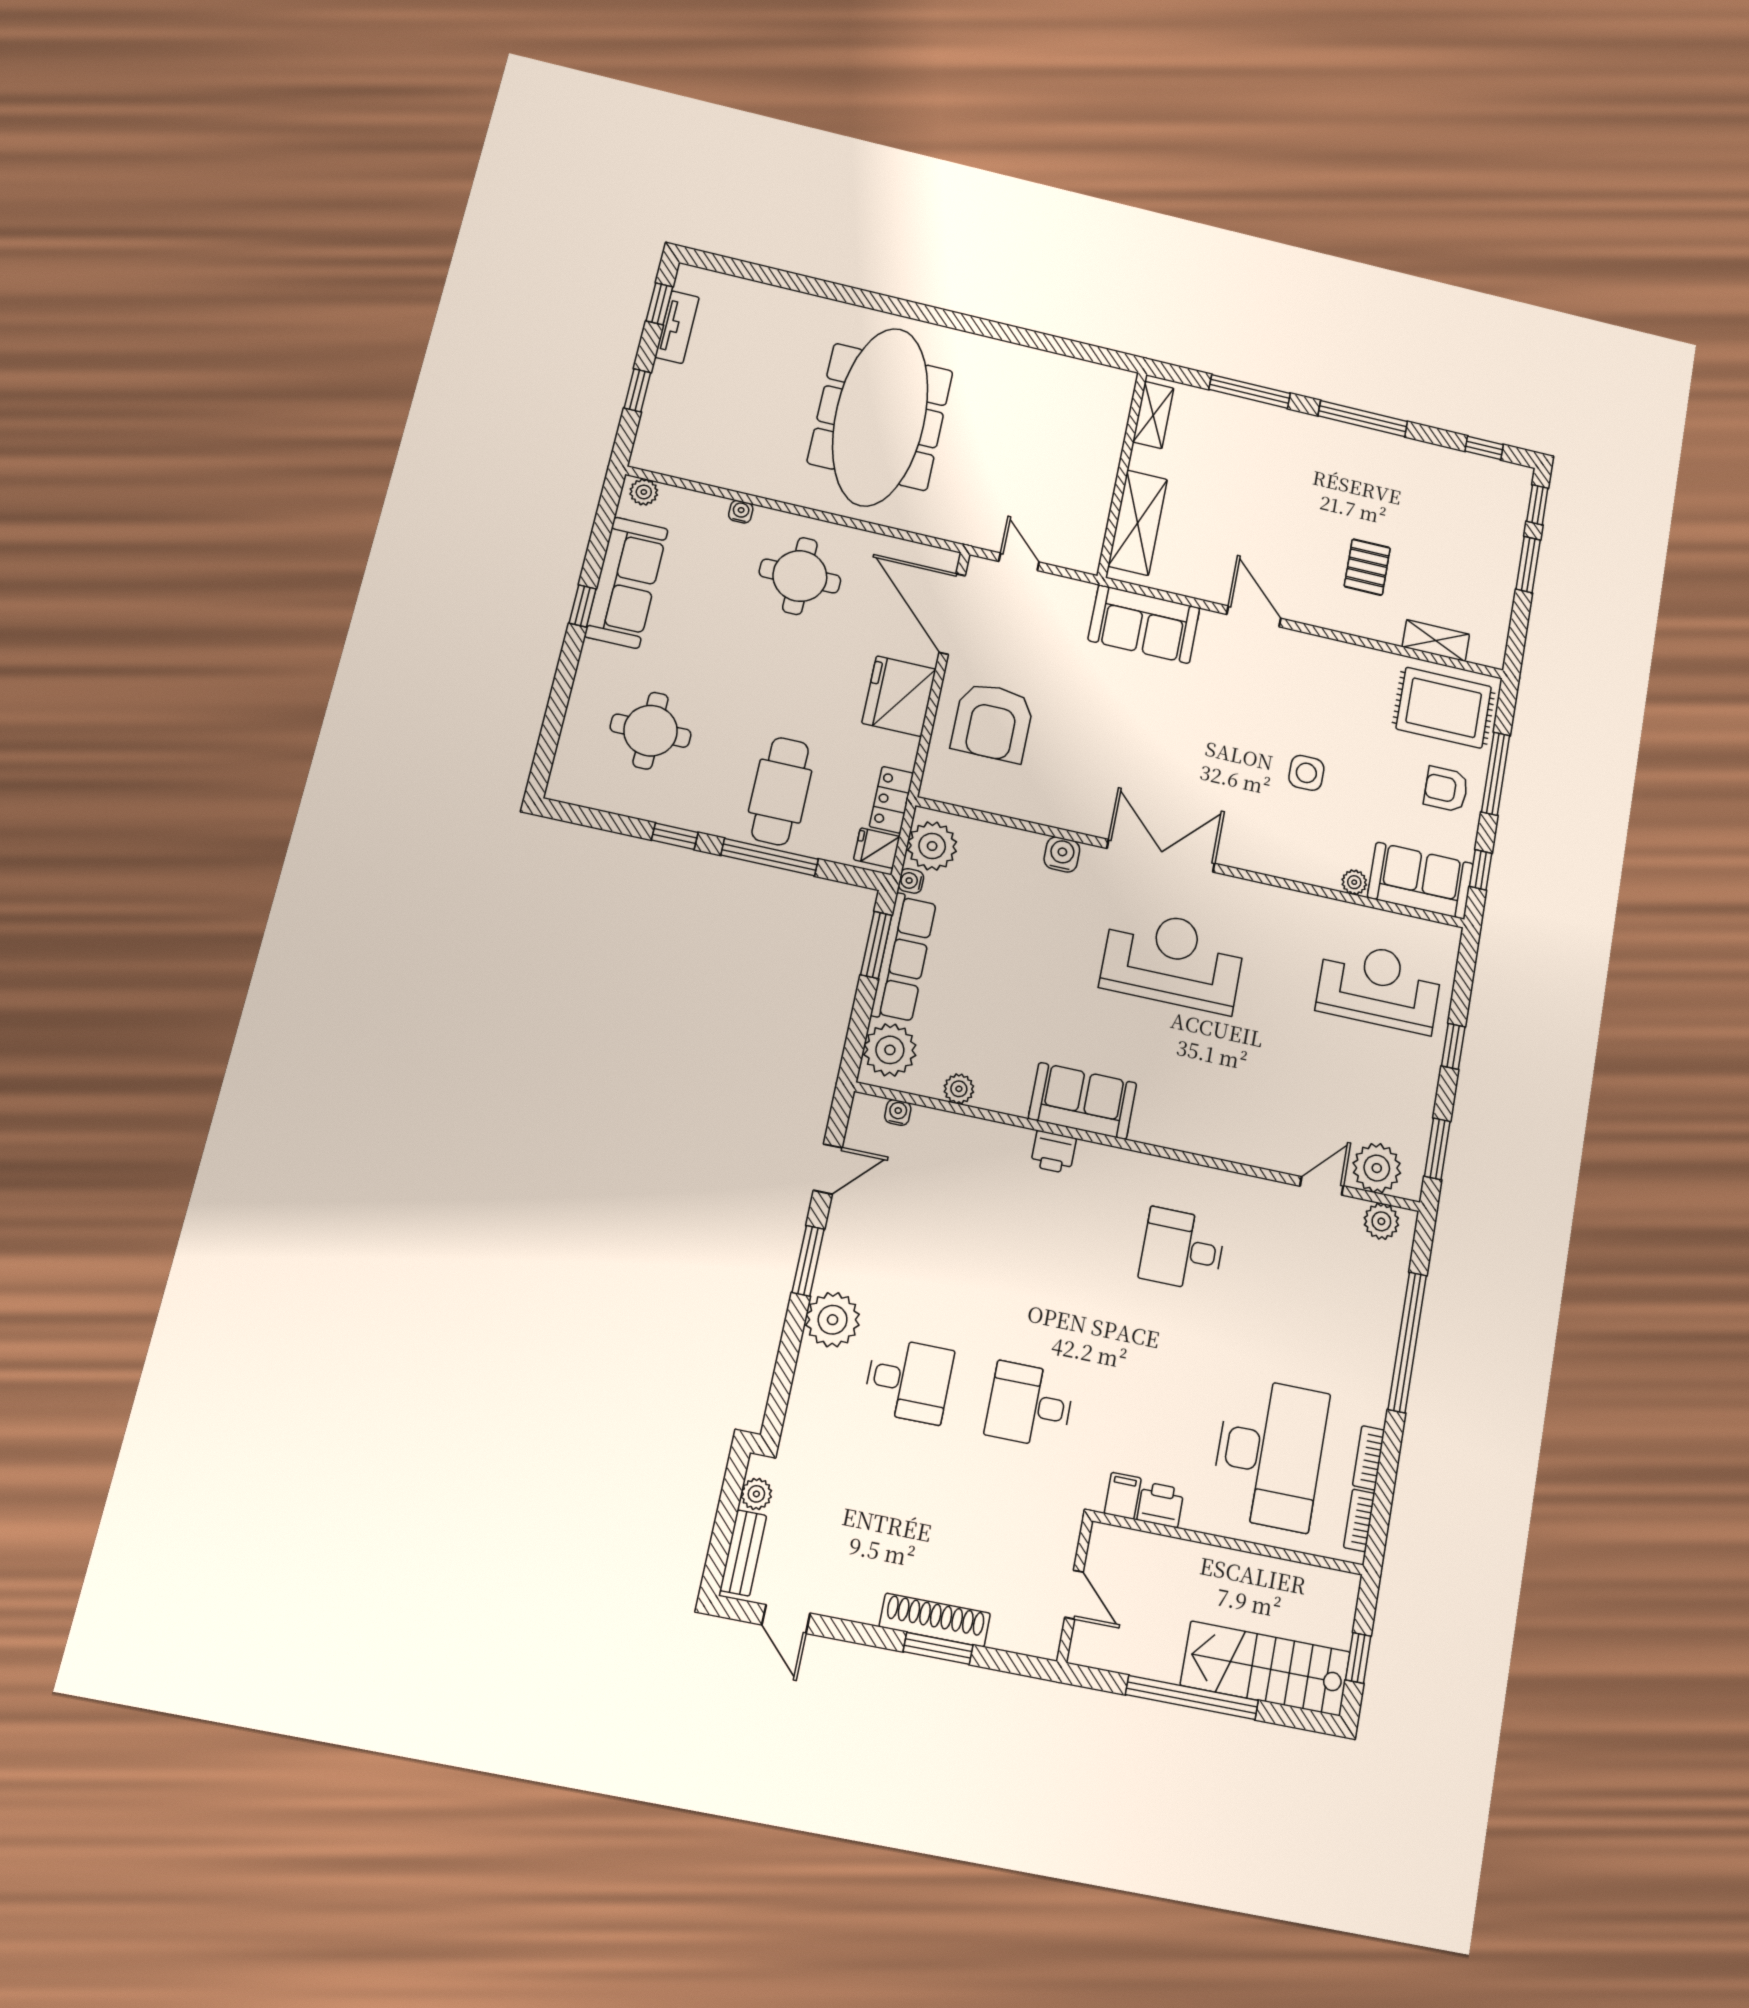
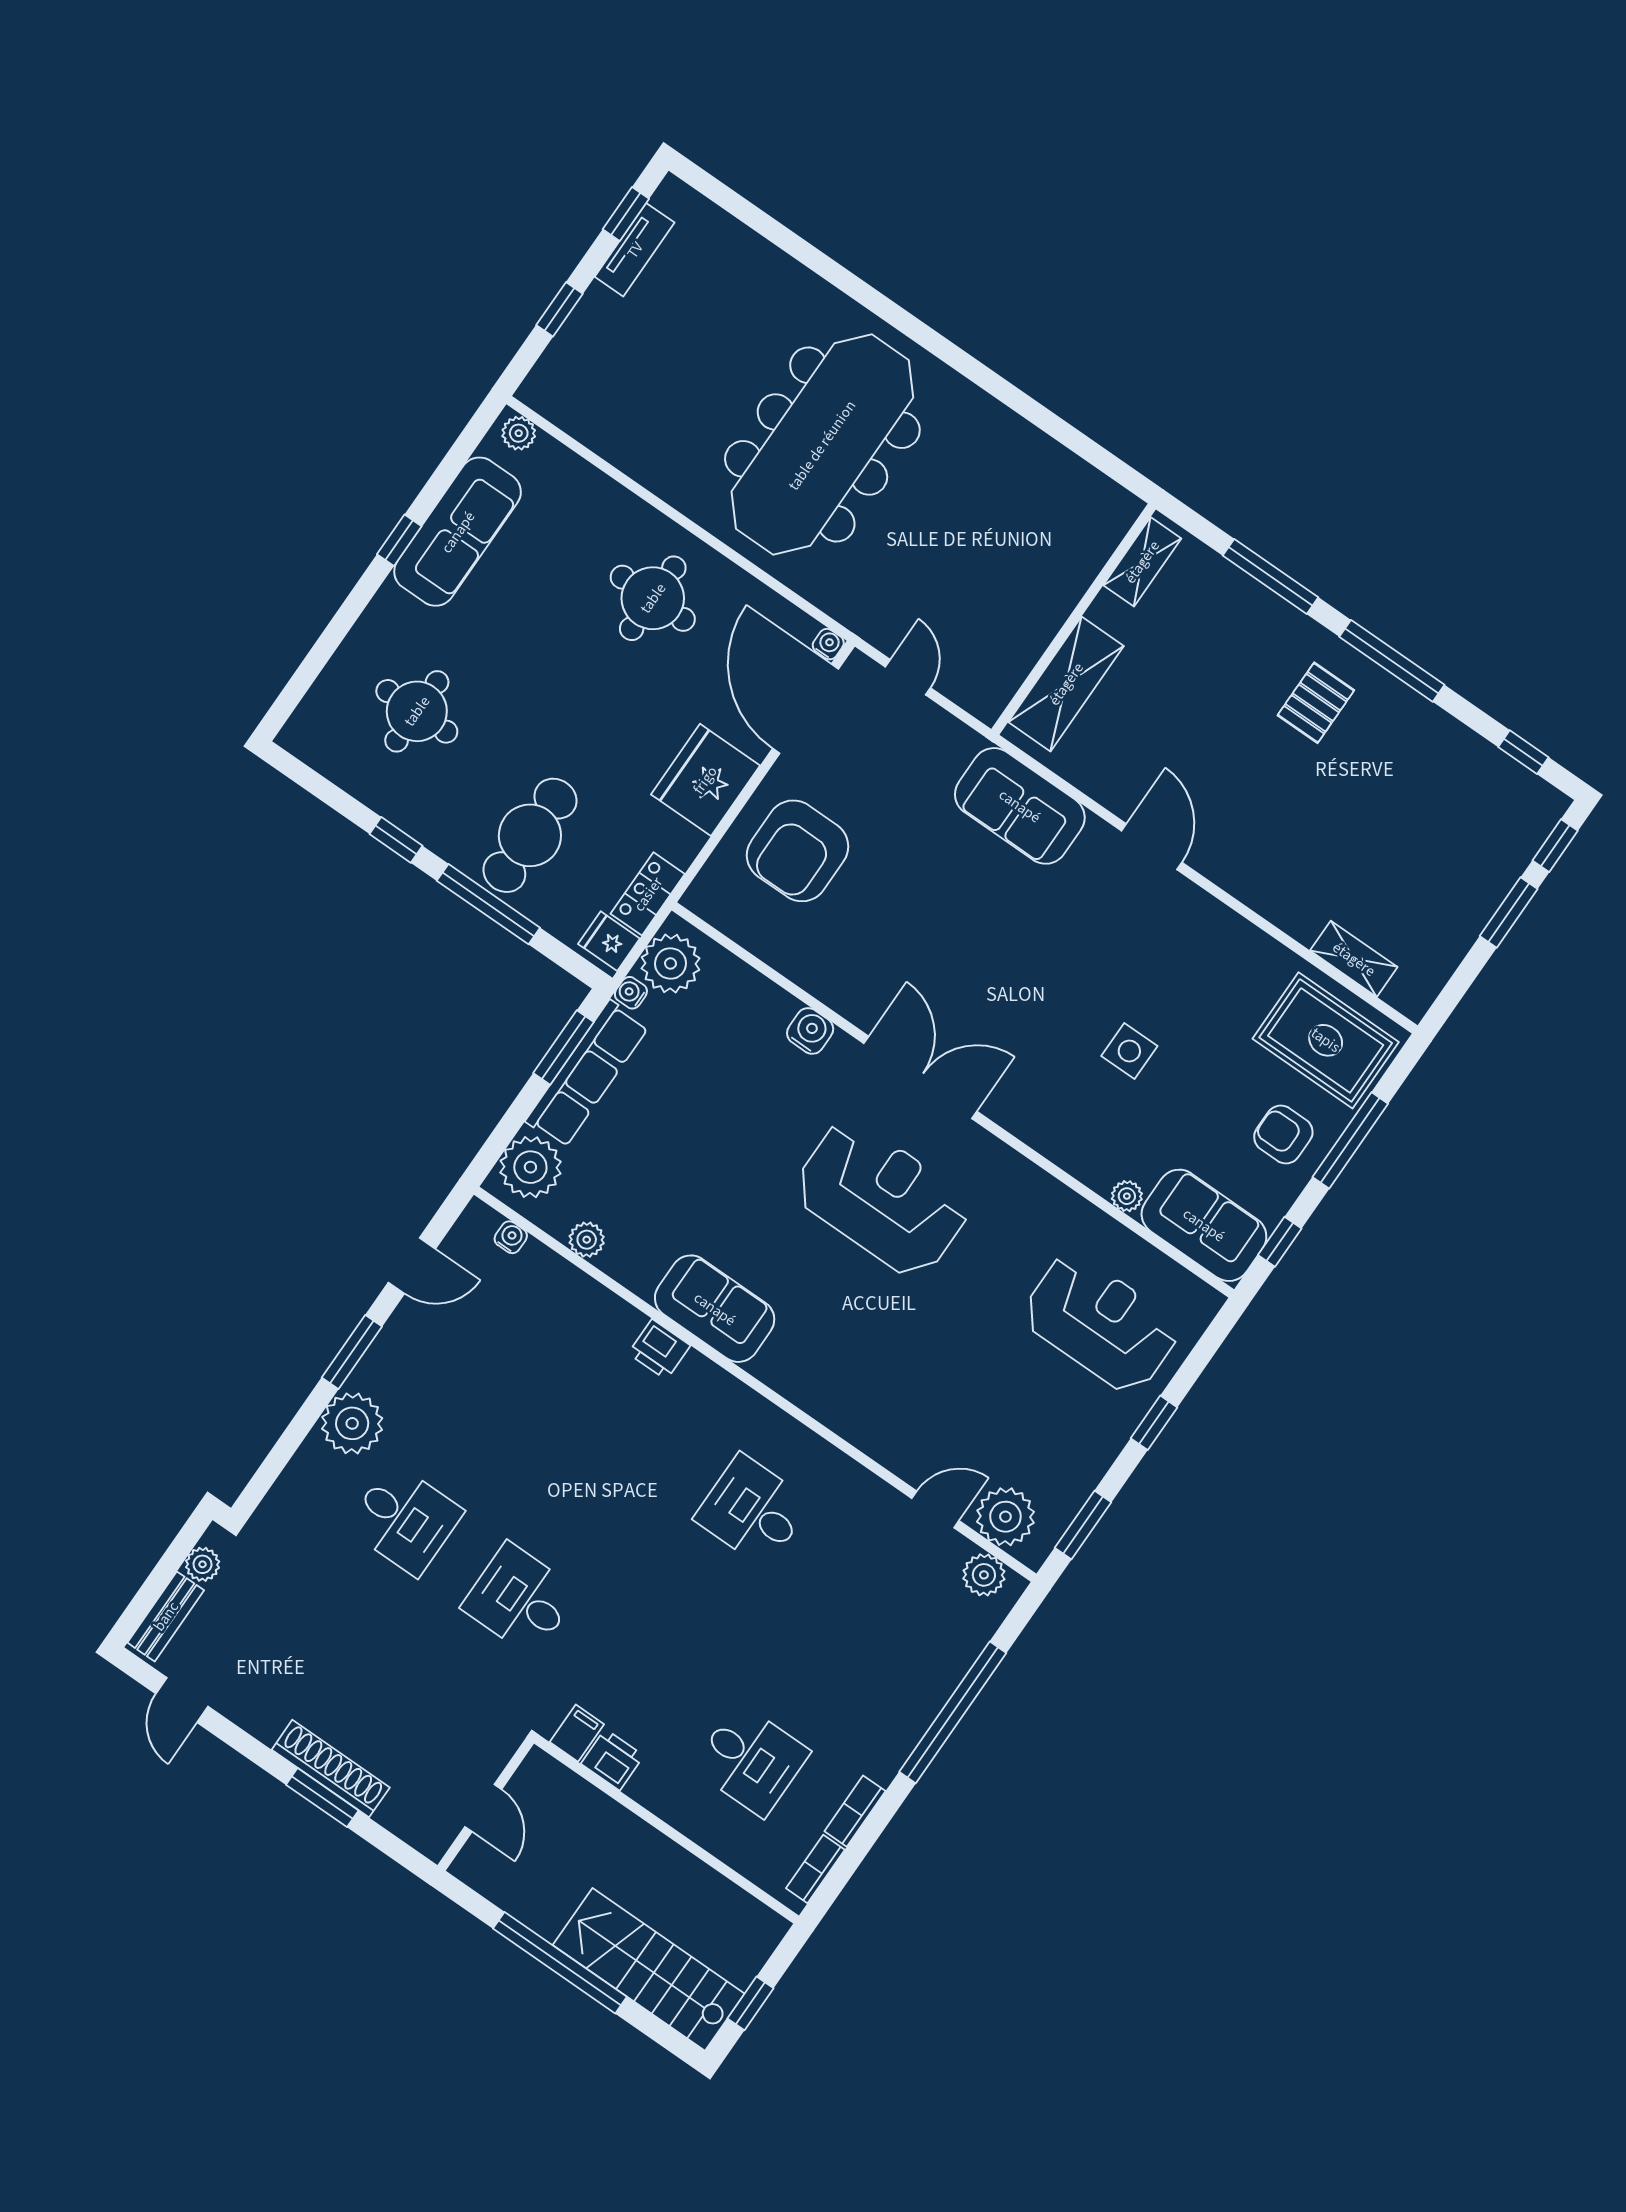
water cooler: (741, 512) -> (828, 644), moved
pallet: (1367, 567) -> (1316, 703), moved
desk: (1270, 1454) -> (751, 1760), width x0.53, depth x0.77

